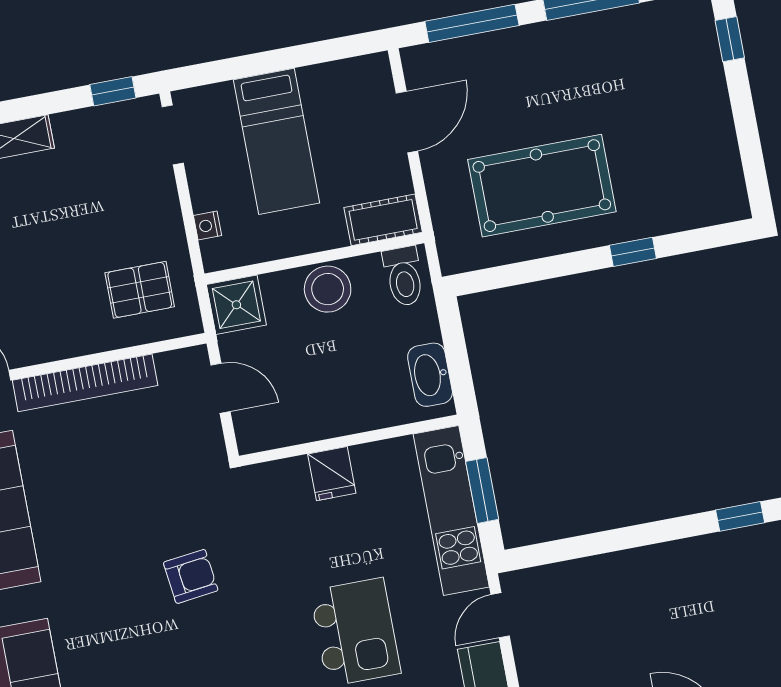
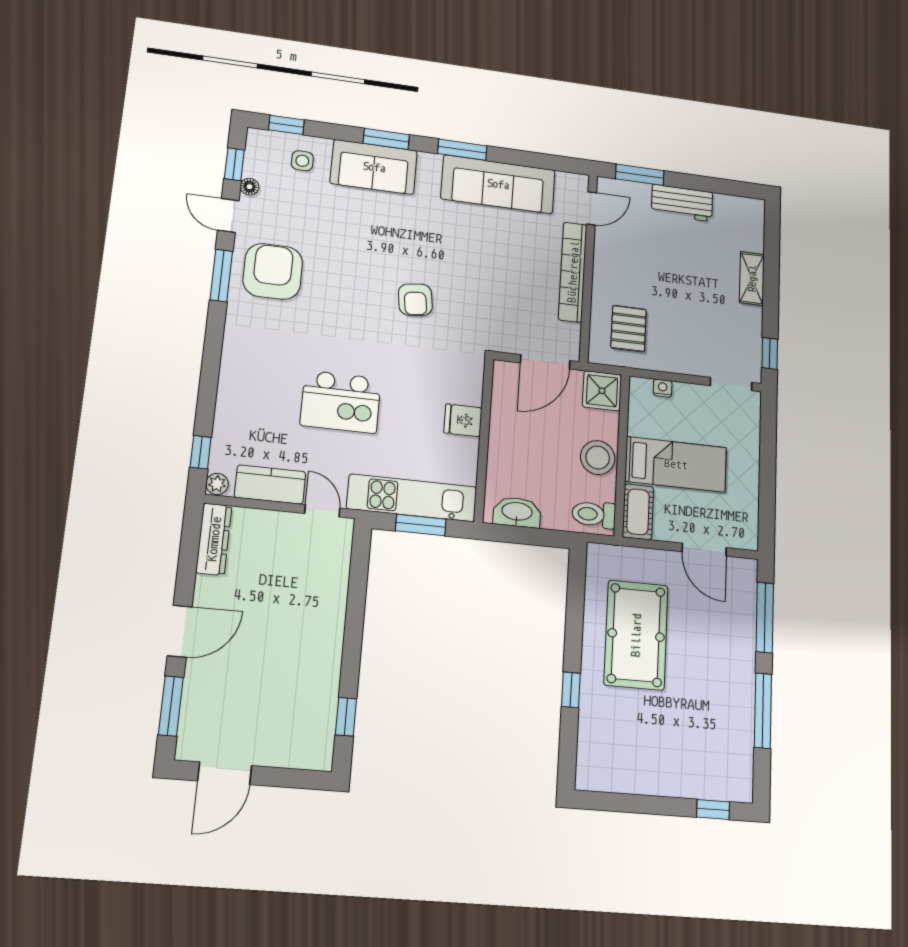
bed: (277, 141) -> (676, 464), moved, turned 180
door: (221, 388) -> (545, 362), width x1.38

